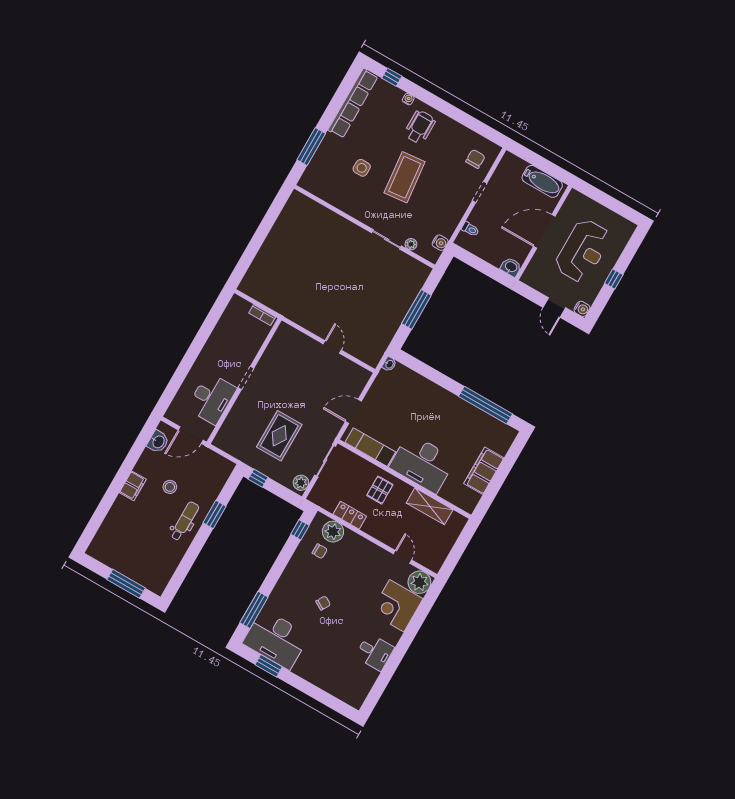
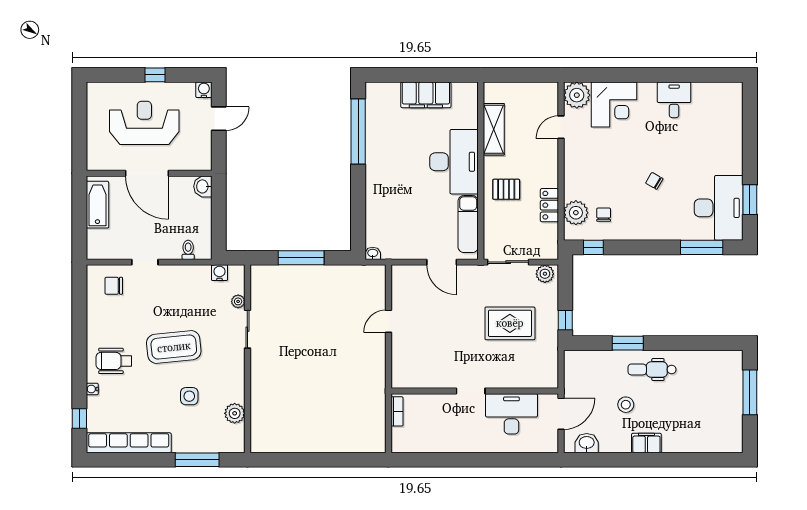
plant: (330, 194) -> (235, 413), added
door: (191, 435) -> (561, 414), hinge flipped

